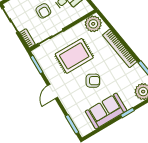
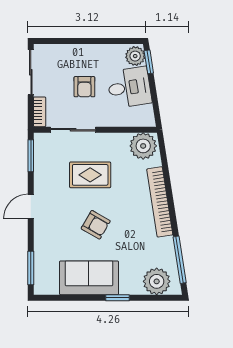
rug: (74, 56) -> (90, 175), width x0.73, depth x0.70

